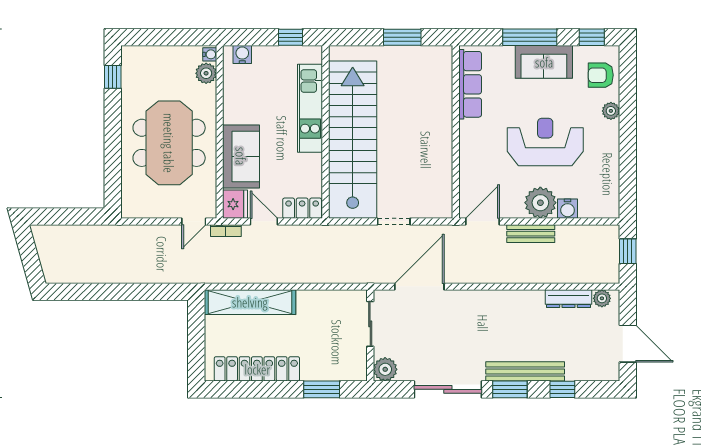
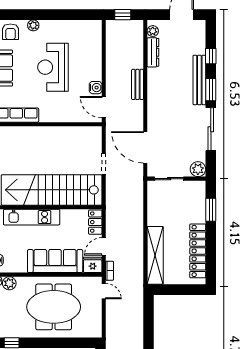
sofa: (241, 156) -> (55, 261), width x1.36
plant: (540, 203) -> (92, 70), removed
water cooler: (568, 209) -> (96, 88), moved
bench: (531, 234) -> (138, 84), moved

